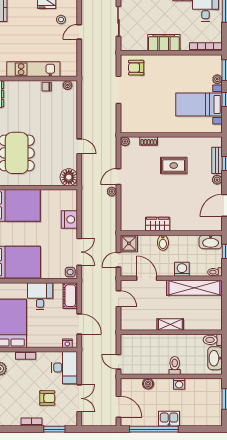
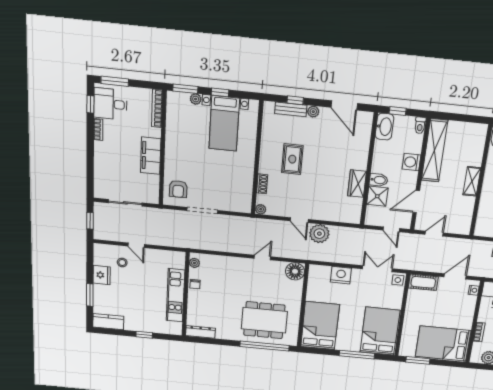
plant: (112, 192) -> (319, 234), width x1.87, depth x1.87
shower: (129, 243) -> (377, 196), moved
desk: (40, 296) -> (419, 312), removed

